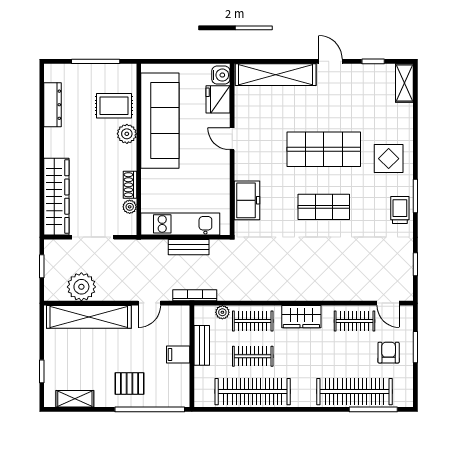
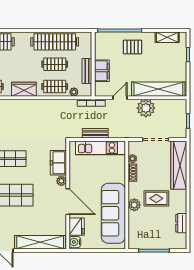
dresser: (53, 105) -> (181, 223), width x0.70
rug: (114, 106) -> (156, 198), moved
door: (232, 139) -> (68, 202), width x1.87
plant: (242, 172) -> (61, 181), added
plant: (81, 287) -> (146, 108), moved
filing cabinet: (178, 355) -> (102, 71), width x2.00

